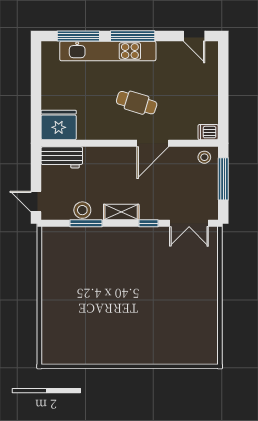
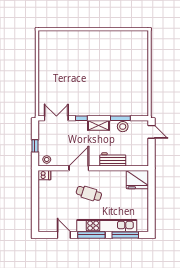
door: (194, 36) -> (64, 235), moved
workbench: (62, 157) -> (113, 159), moved
window: (223, 179) -> (35, 146), width x0.46

